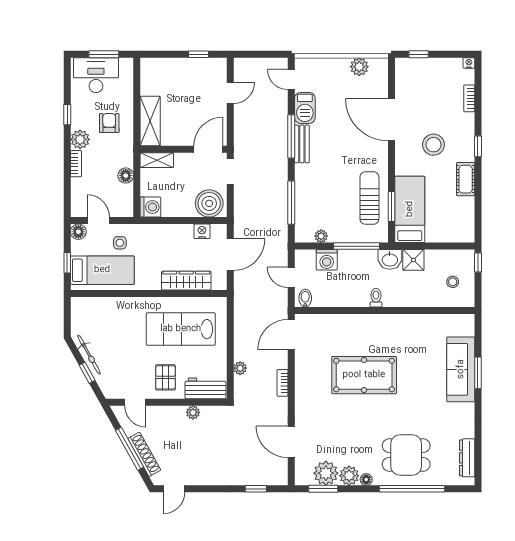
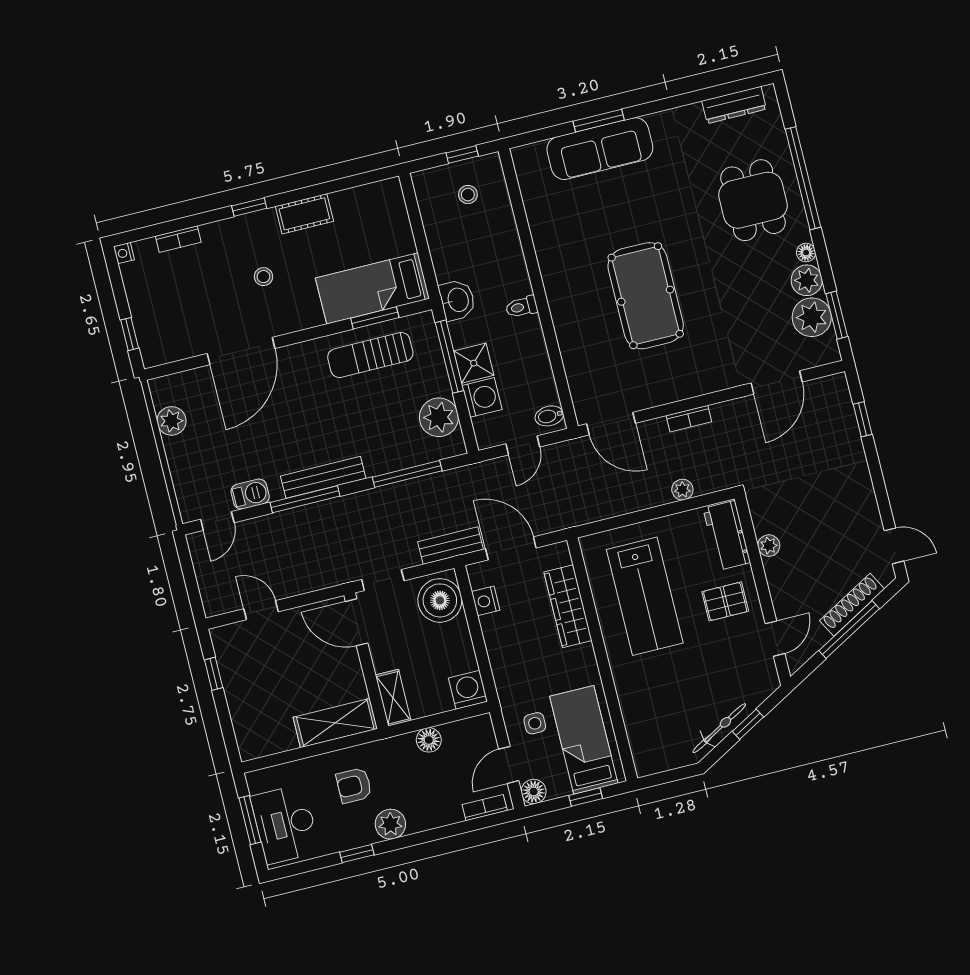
barbecue: (305, 108) -> (250, 494), width x0.73, depth x0.79
bench: (302, 144) -> (323, 477), width x1.36
stool: (433, 145) -> (263, 277), width x0.53, depth x0.53
bookcase: (76, 164) -> (485, 808), moved
bench: (241, 218) -> (450, 546), added
plant: (321, 236) -> (439, 417), width x1.88, depth x1.88
shower: (413, 260) -> (474, 363), moved
window: (478, 263) -> (462, 154), moved

